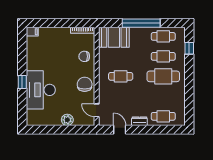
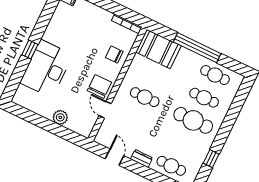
window: (189, 48) -> (211, 159), moved
door: (97, 110) -> (105, 110), moved

